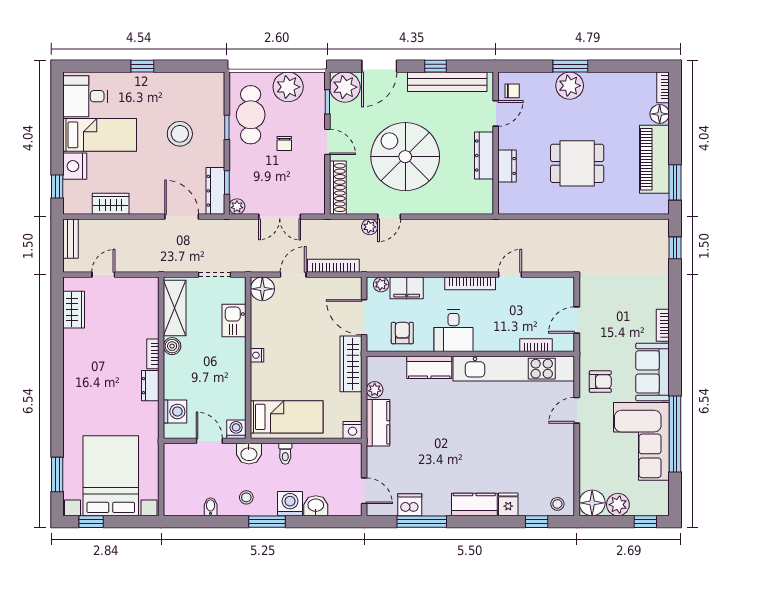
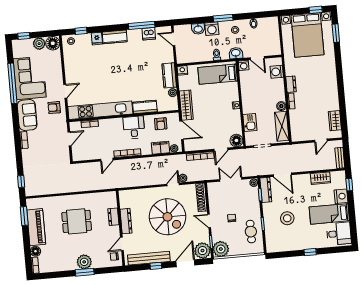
plant: (288, 87) -> (221, 249), moved
cafe table: (251, 115) -> (251, 232), width x0.73, depth x0.74

